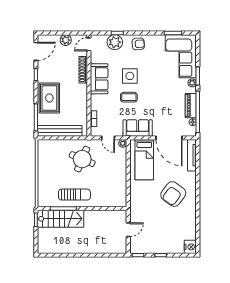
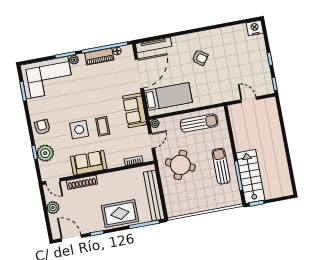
sun lounger: (116, 182) -> (199, 123), added
armchair: (173, 194) -> (200, 58), width x0.53, depth x0.53

